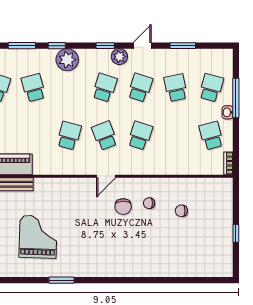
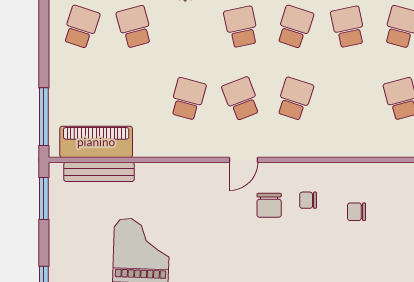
school desk: (105, 88) -> (241, 27), turned -30

